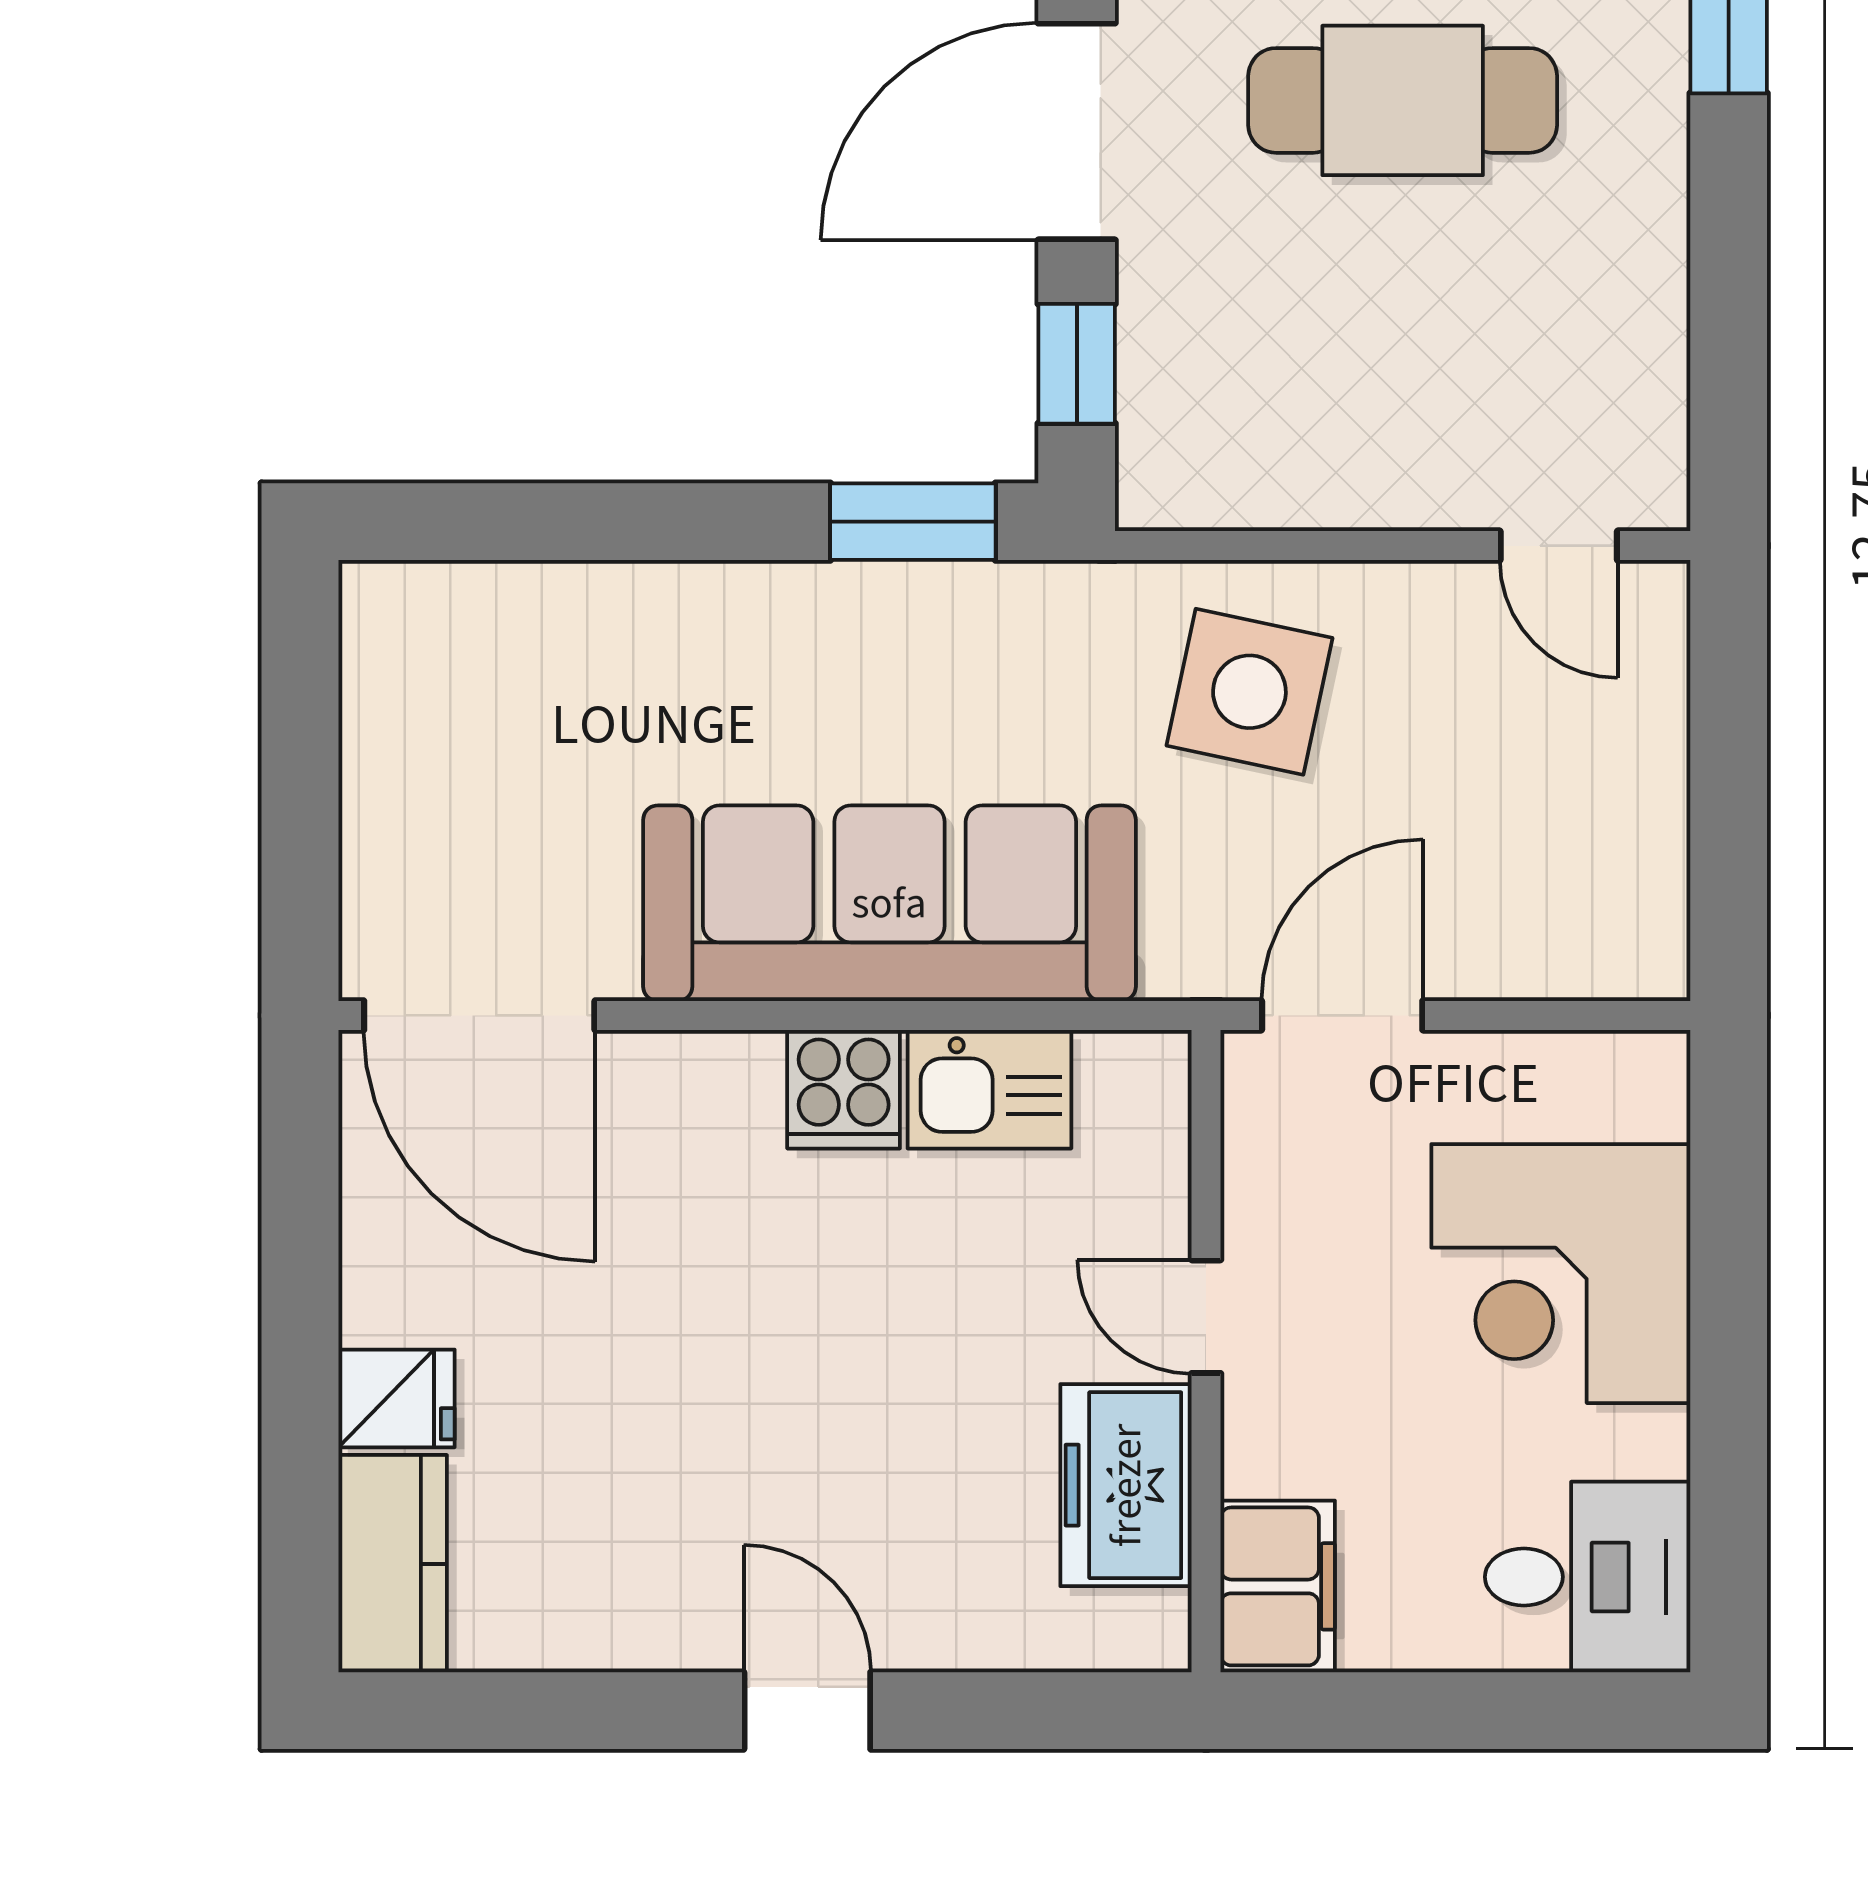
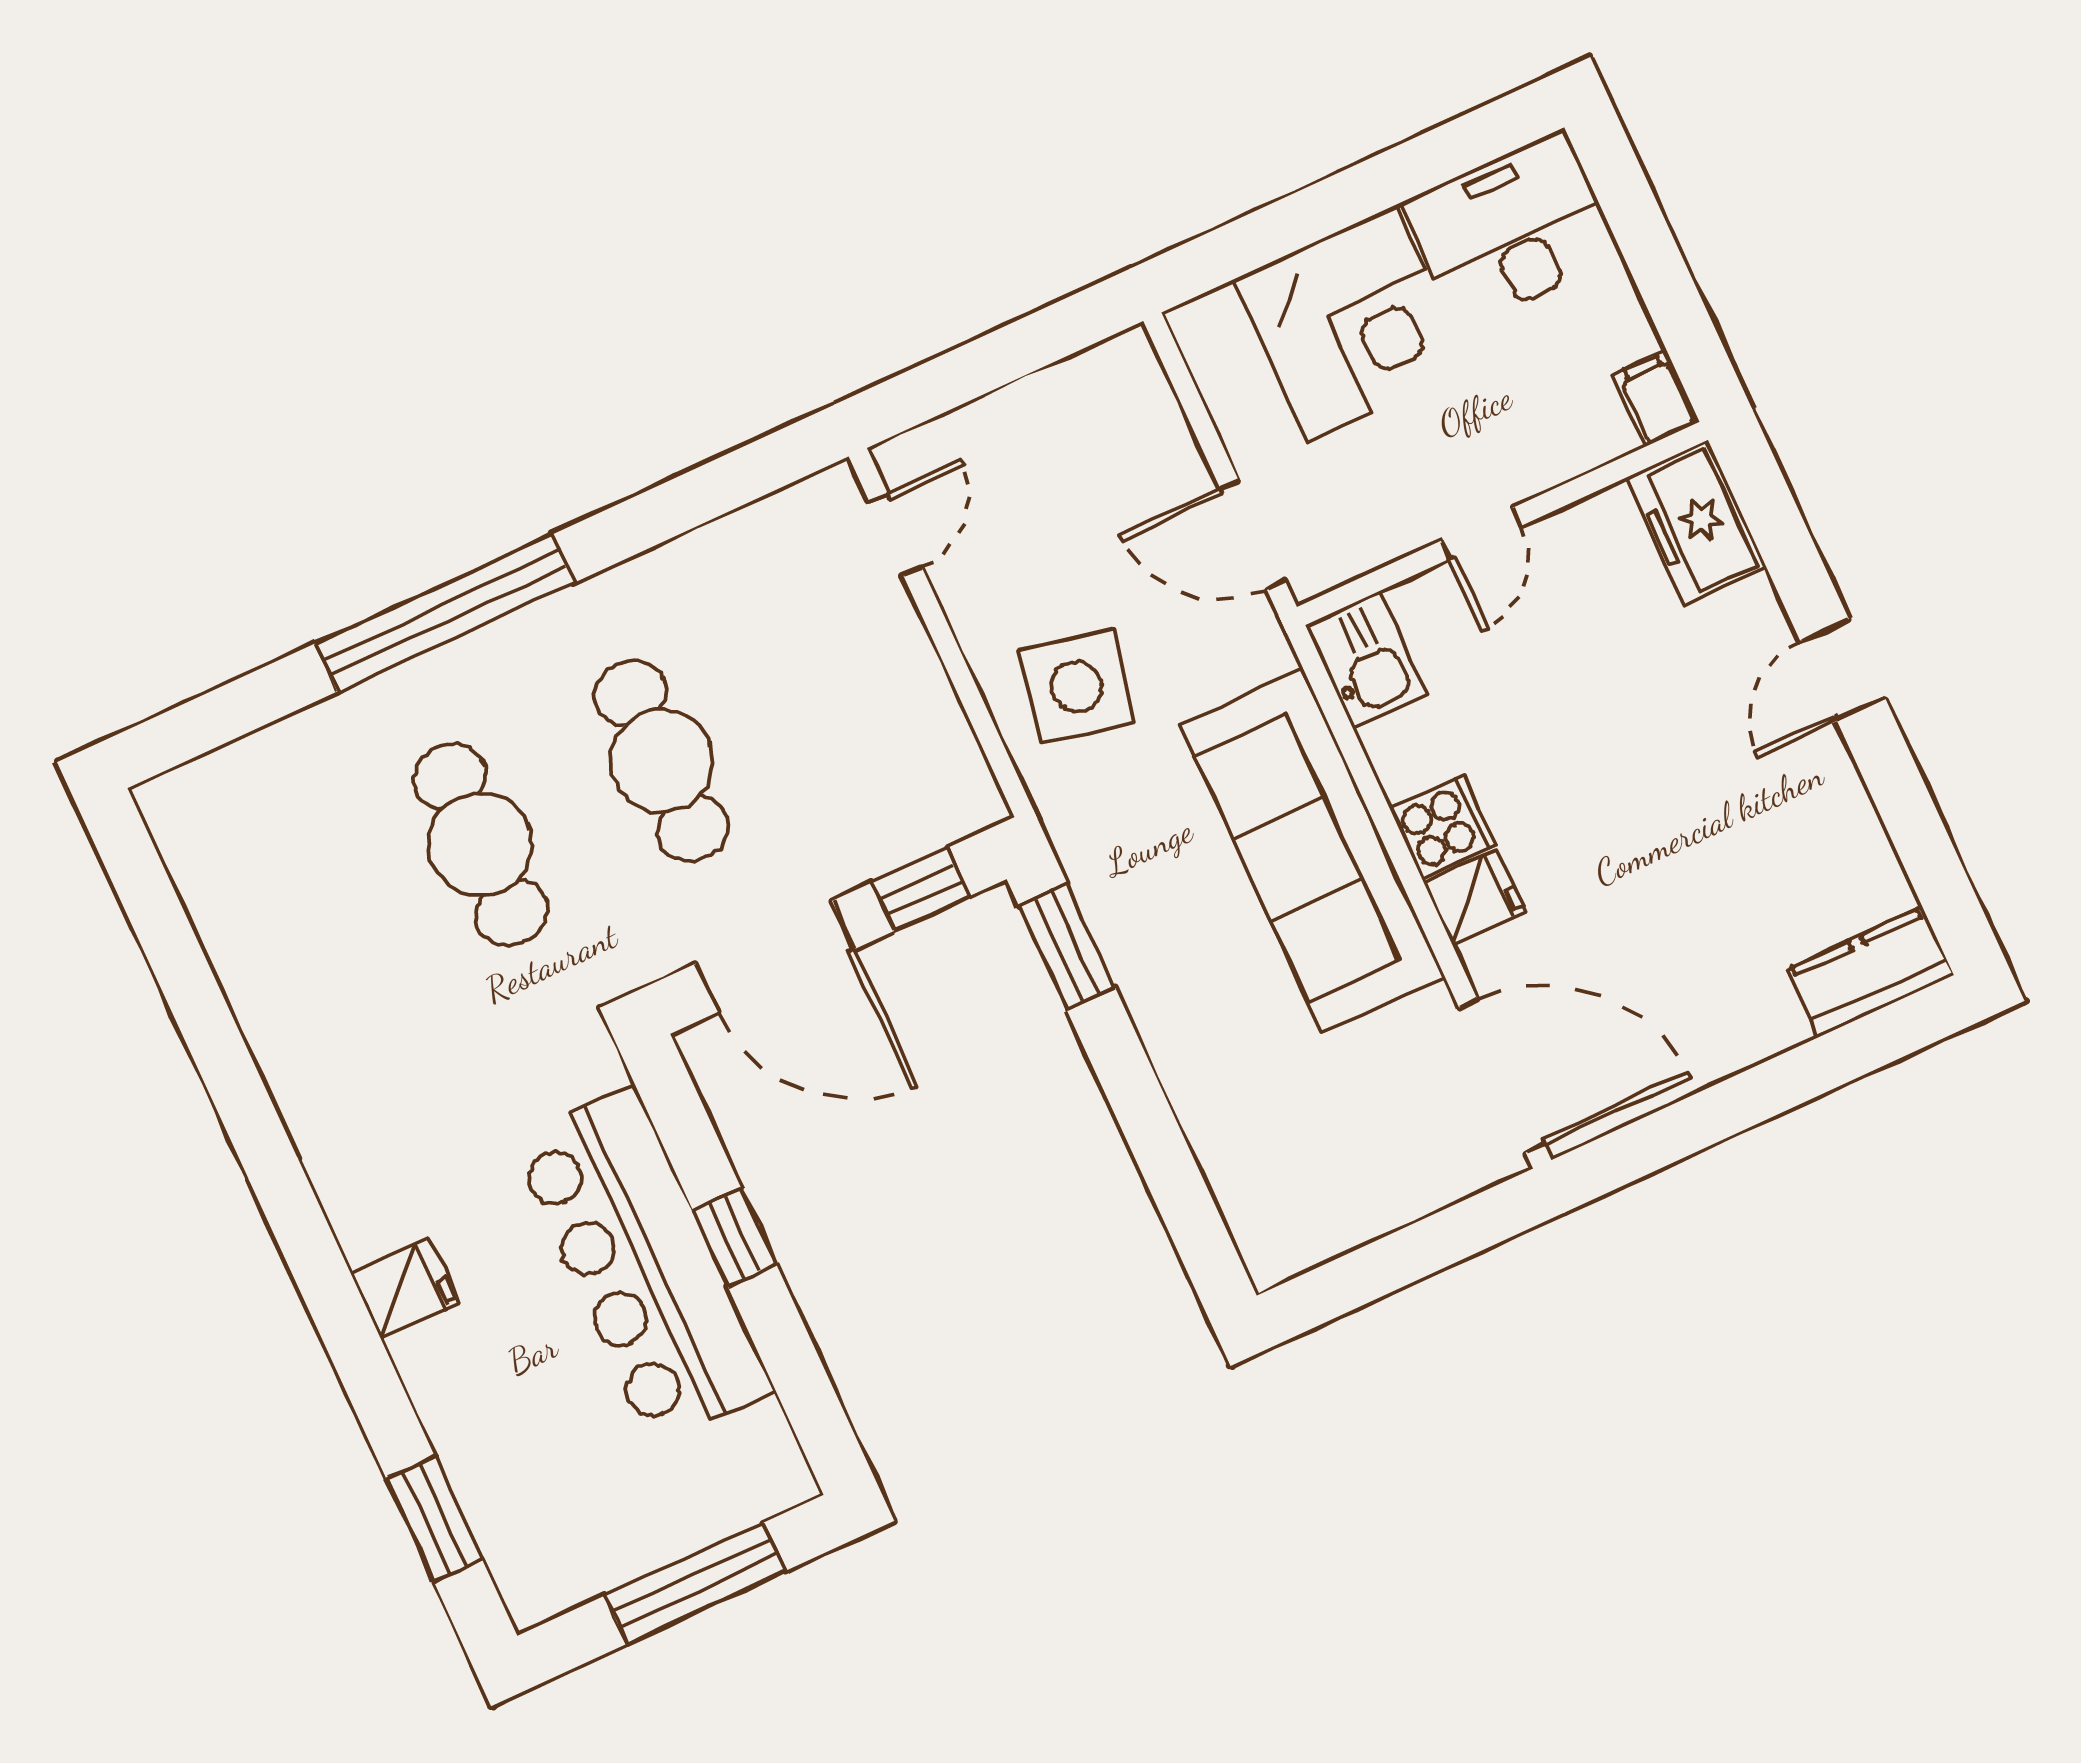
door: (479, 1015) -> (1502, 1076), hinge flipped
kitchen sink: (989, 1089) -> (1366, 659), moved
fridge: (397, 1398) -> (1475, 897), moved, turned 90
freezer: (1126, 1485) -> (1696, 522), moved, turned 90
desk: (1588, 1577) -> (1512, 229), width x1.37
filing cabinet: (1278, 1586) -> (1656, 398), width x0.50

